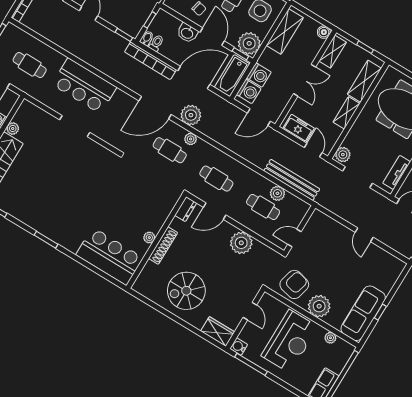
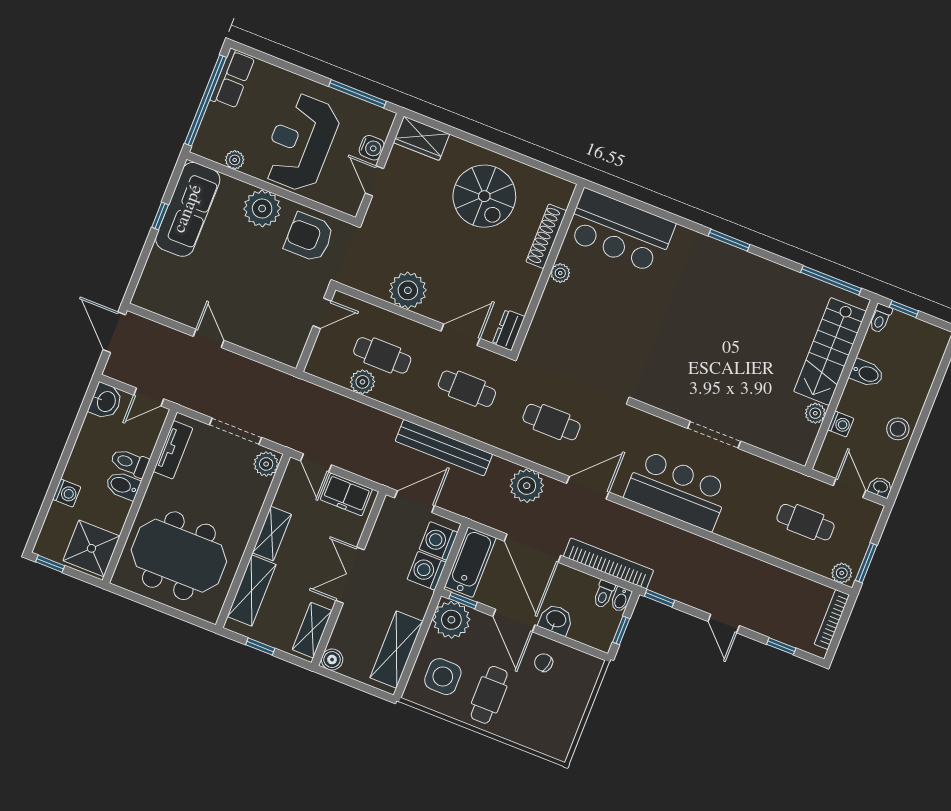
door: (194, 78) -> (533, 548), hinge flipped
bar counter: (84, 86) -> (677, 491), moved
door: (155, 108) -> (588, 488), width x0.73
plant: (191, 139) -> (842, 573), moved
bench: (292, 180) -> (444, 448), moved
shoe rack: (163, 246) -> (546, 236), moved
armchair: (294, 284) -> (309, 237), turned 76
spiral stairs: (186, 291) -> (484, 196), turned 90
water cooler: (239, 347) -> (372, 148), moved

